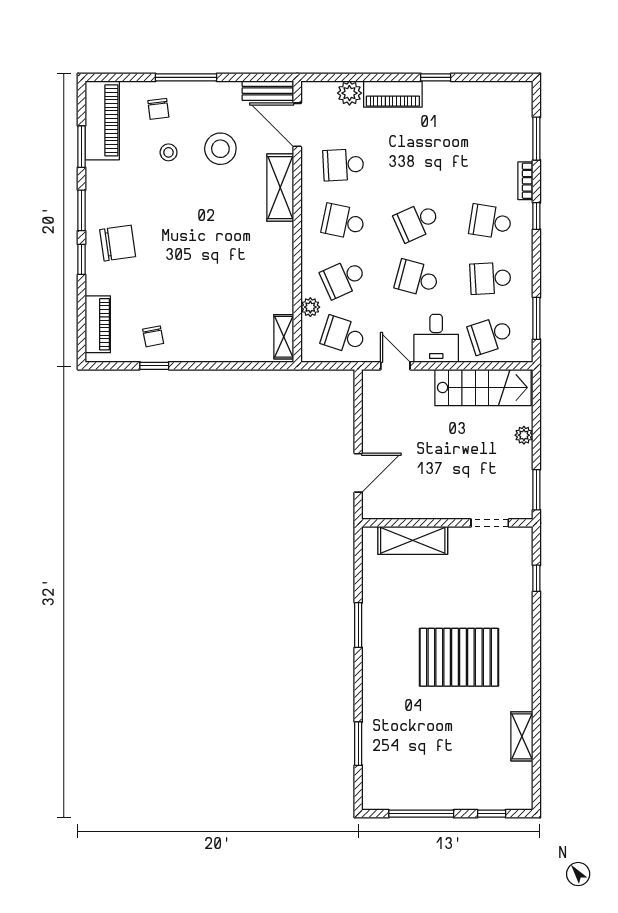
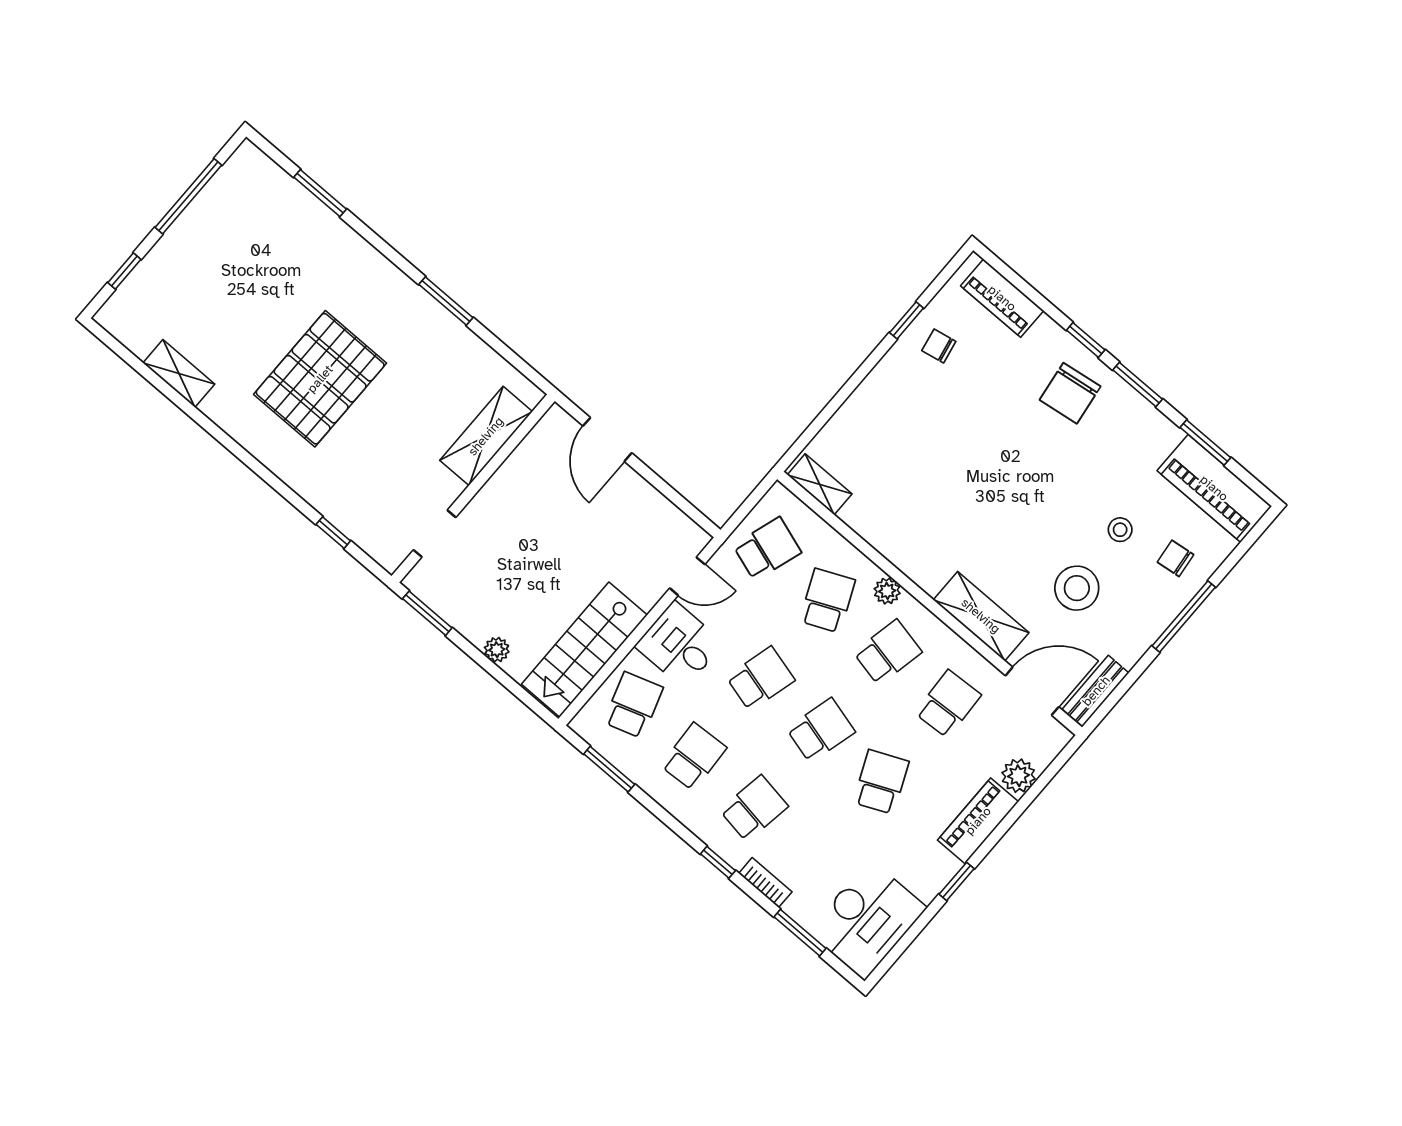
desk: (498, 108) -> (867, 920), added
school desk: (417, 165) -> (881, 782), added
school desk: (417, 222) -> (821, 730), turned 39
plant: (310, 307) -> (887, 591), moved

